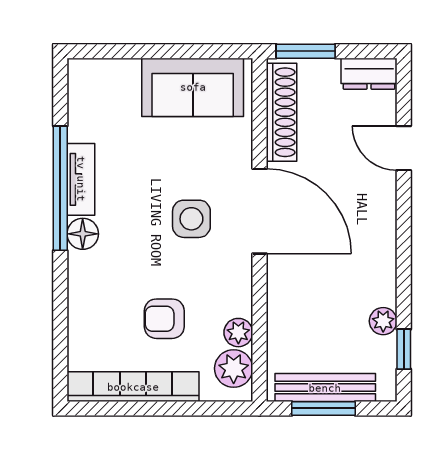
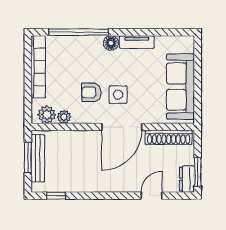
window: (306, 51) -> (198, 172), moved
sofa: (193, 87) -> (181, 87), width x1.36
window: (60, 188) -> (79, 32), moved
armchair: (164, 319) -> (91, 92), moved, turned -90
plant: (383, 321) -> (69, 186), removed

